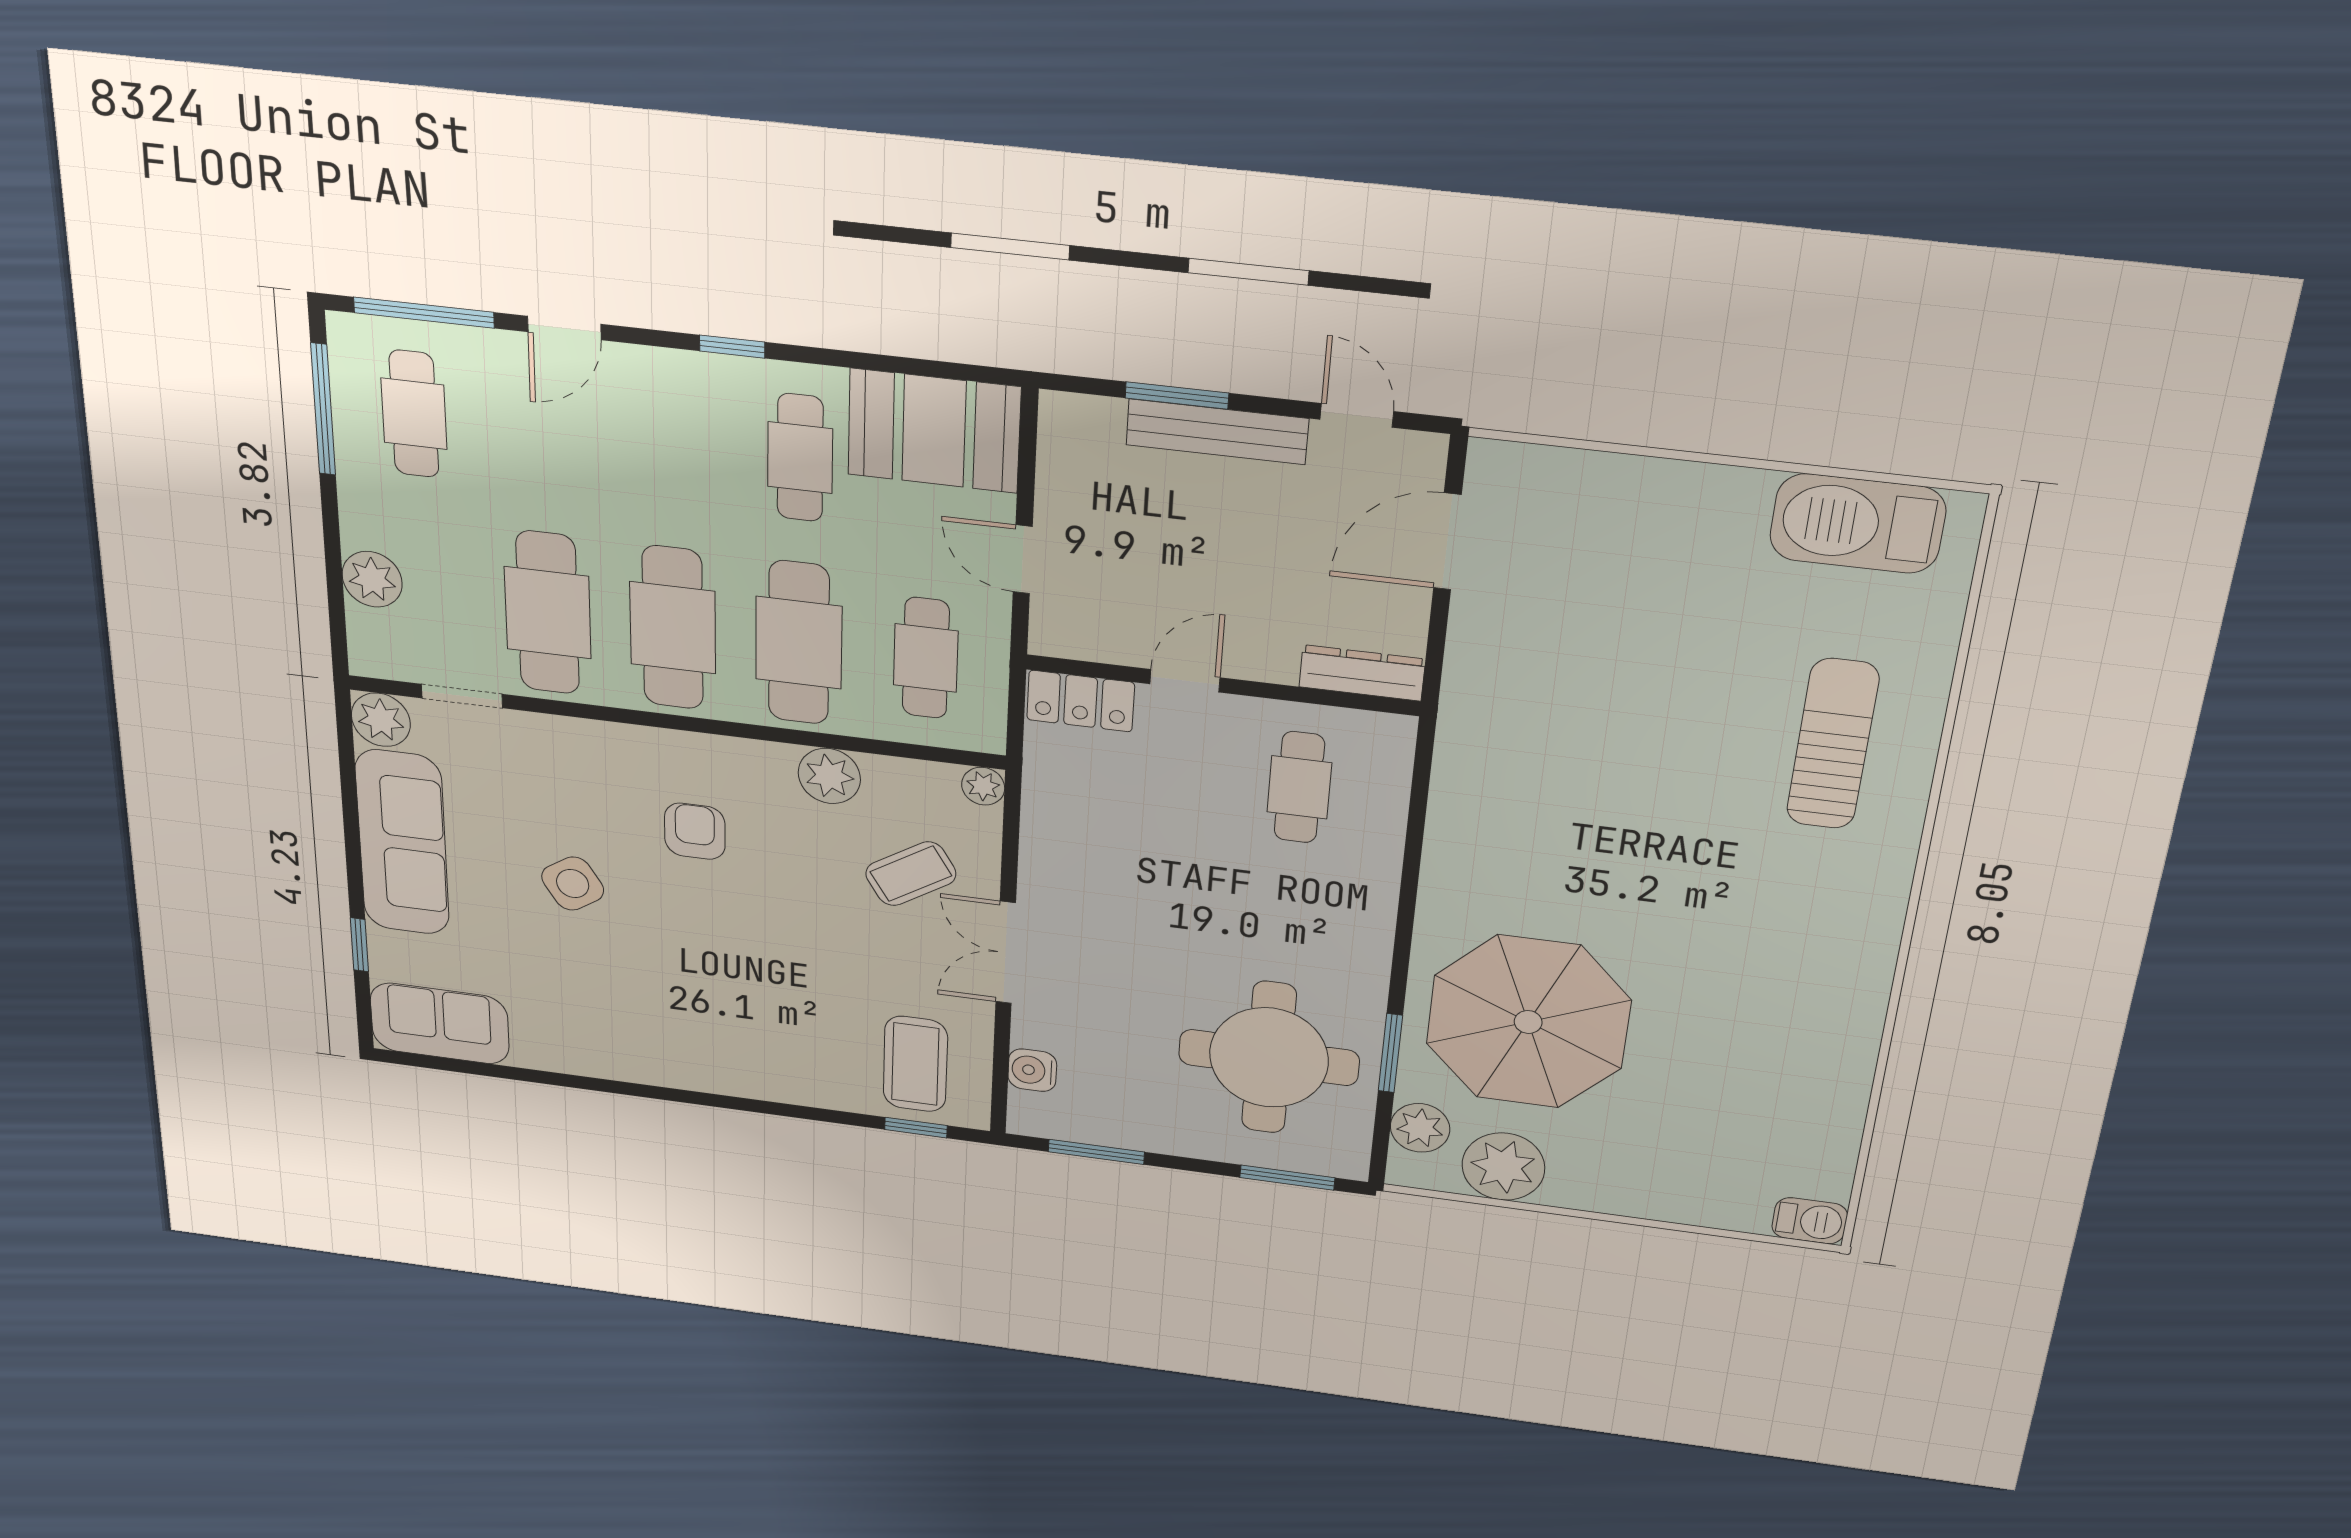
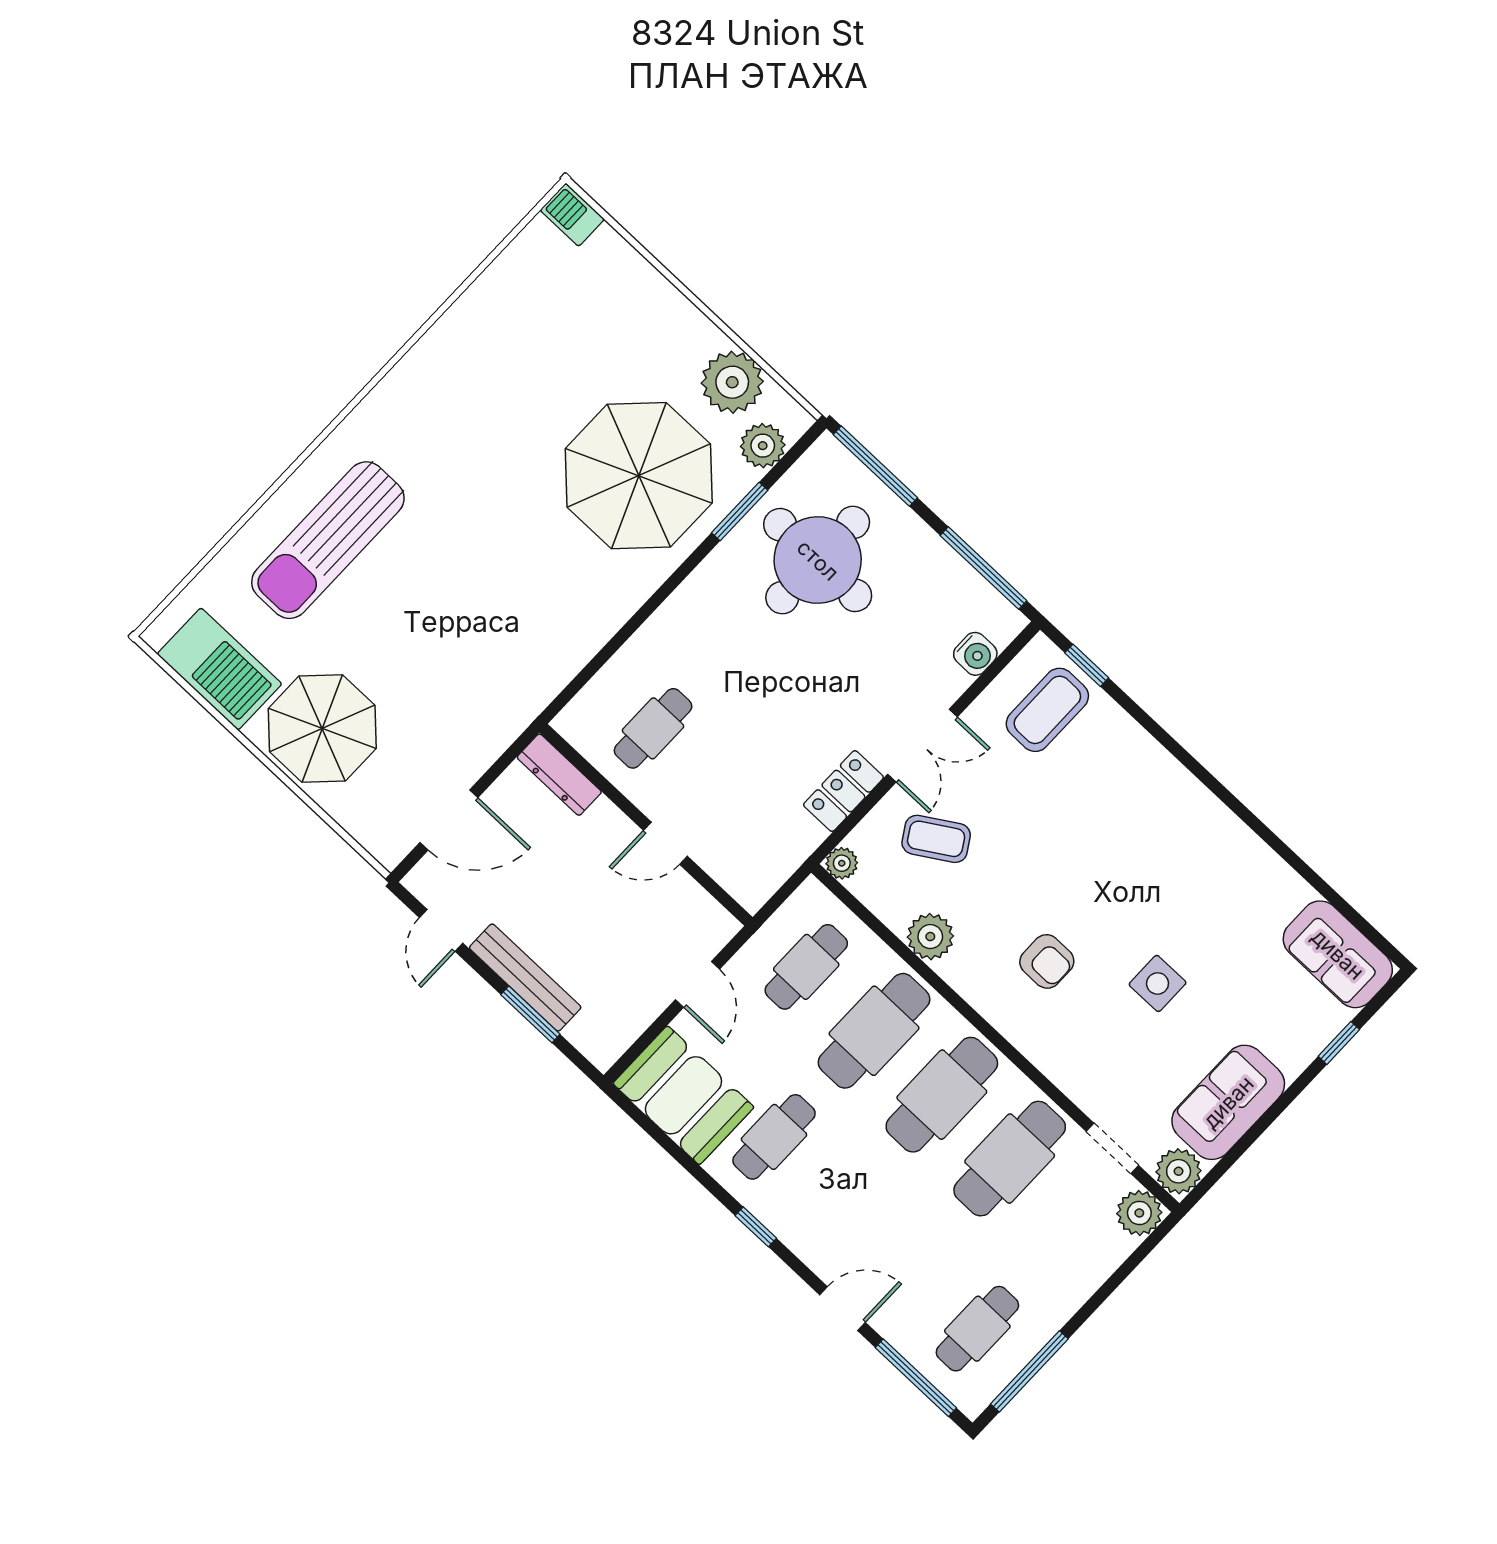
parasol: (1679, 540) -> (322, 728), added
plant: (372, 579) -> (1139, 1213), moved
locker: (1081, 701) -> (843, 791), moved, turned -90
sun lounger: (1833, 744) -> (328, 540), width x1.36, depth x1.34
armchair: (695, 831) -> (1047, 961), turned -90
sofa: (402, 843) -> (1228, 1102), width x0.73
side table: (573, 884) -> (1158, 983), turned 33
window: (1096, 1152) -> (983, 568), width x1.44
window: (1287, 1178) -> (875, 466), width x1.44

